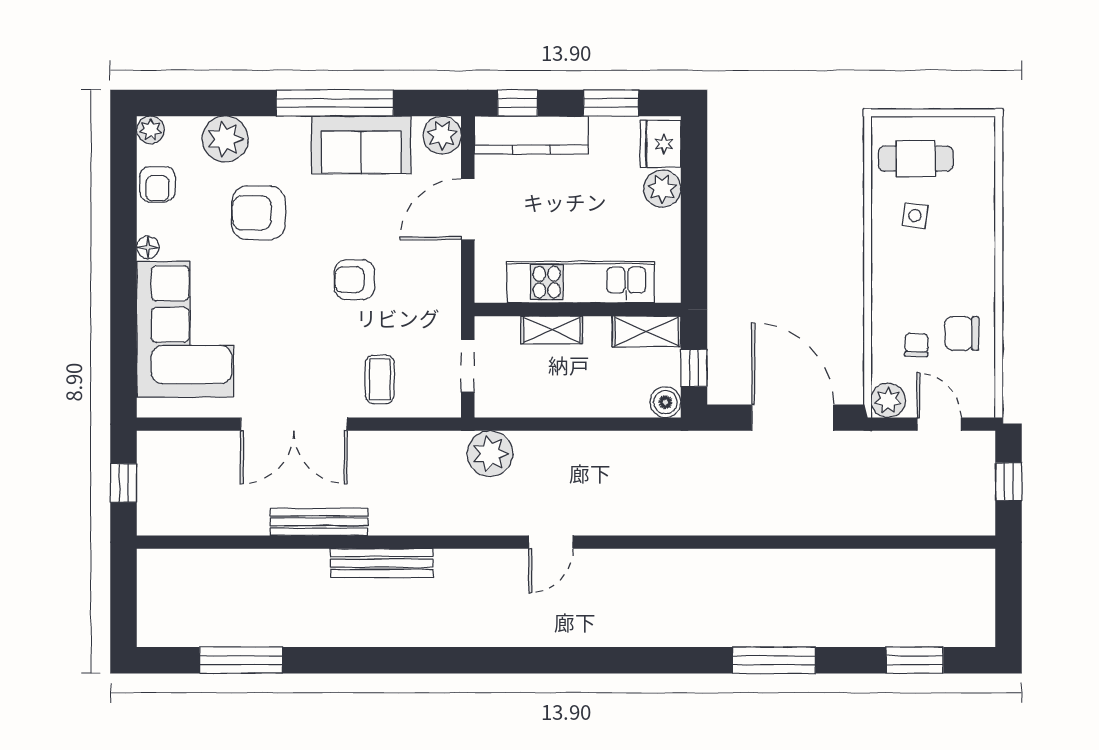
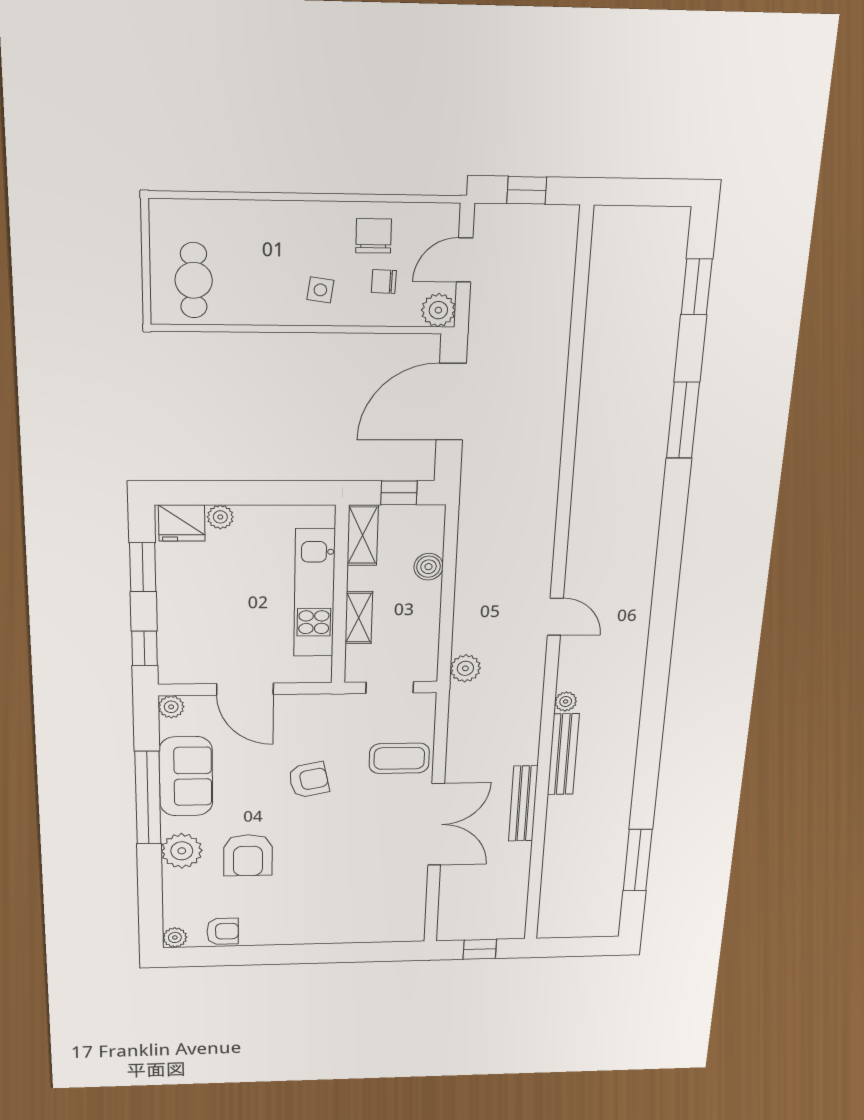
plant: (442, 135) -> (171, 707), width x0.73, depth x0.73
kitchen counter: (531, 135) -> (175, 636), removed
plant: (225, 139) -> (182, 851), moved
plant: (662, 189) -> (220, 517), width x0.73, depth x0.73
side table: (915, 216) -> (320, 290), moved
floor lamp: (148, 247) -> (278, 937), removed
armchair: (354, 280) -> (309, 780), turned -102
corner sofa: (185, 329) -> (350, 908), removed
chair: (962, 333) -> (374, 236), turned 180
coffee table: (380, 379) -> (399, 758), width x1.36, depth x1.30
boiler: (665, 402) -> (429, 567), moved
plant: (490, 454) -> (465, 668), width x0.73, depth x0.73
plant: (448, 561) -> (566, 701), added

